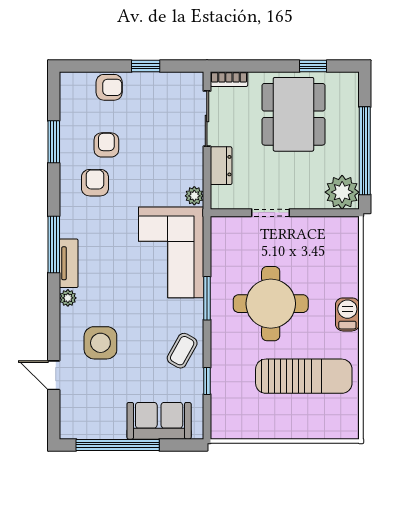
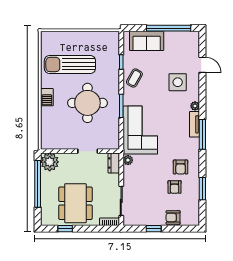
dresser: (221, 166) -> (114, 163), moved

